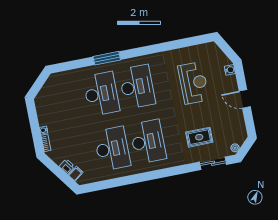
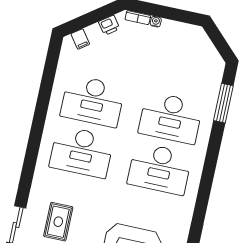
window: (107, 58) -> (223, 103), moved
printer: (67, 166) -> (109, 25), moved

